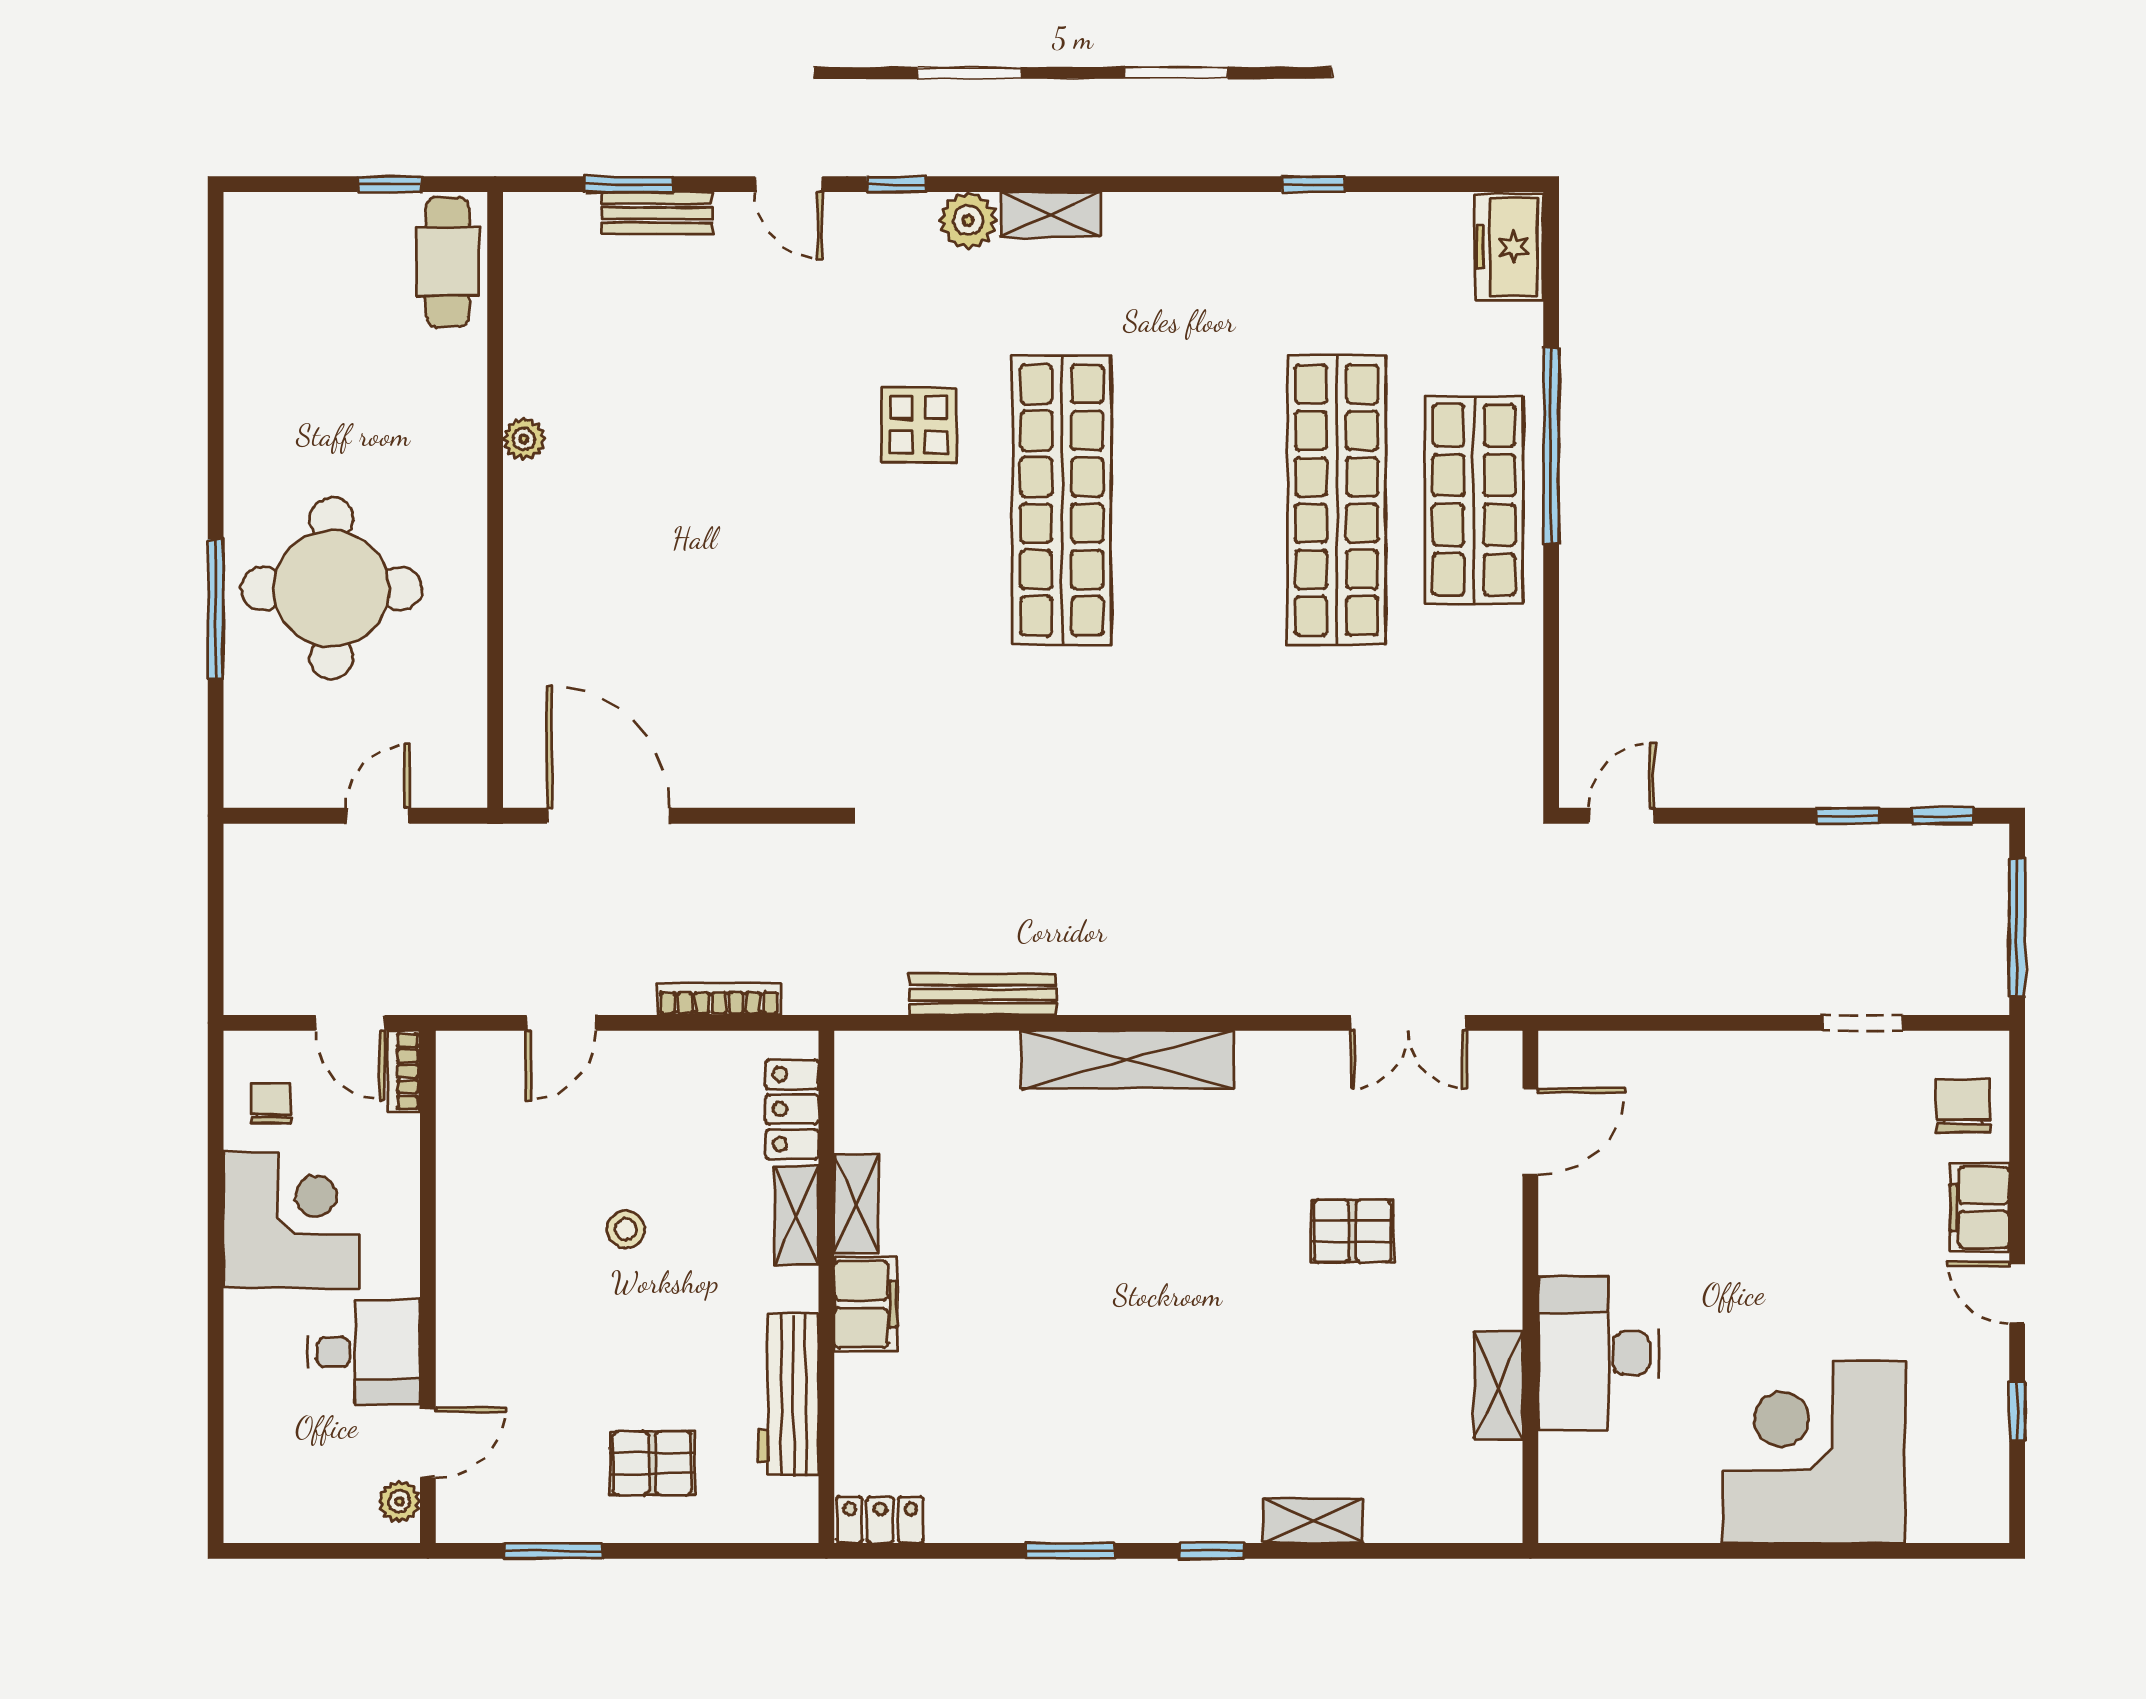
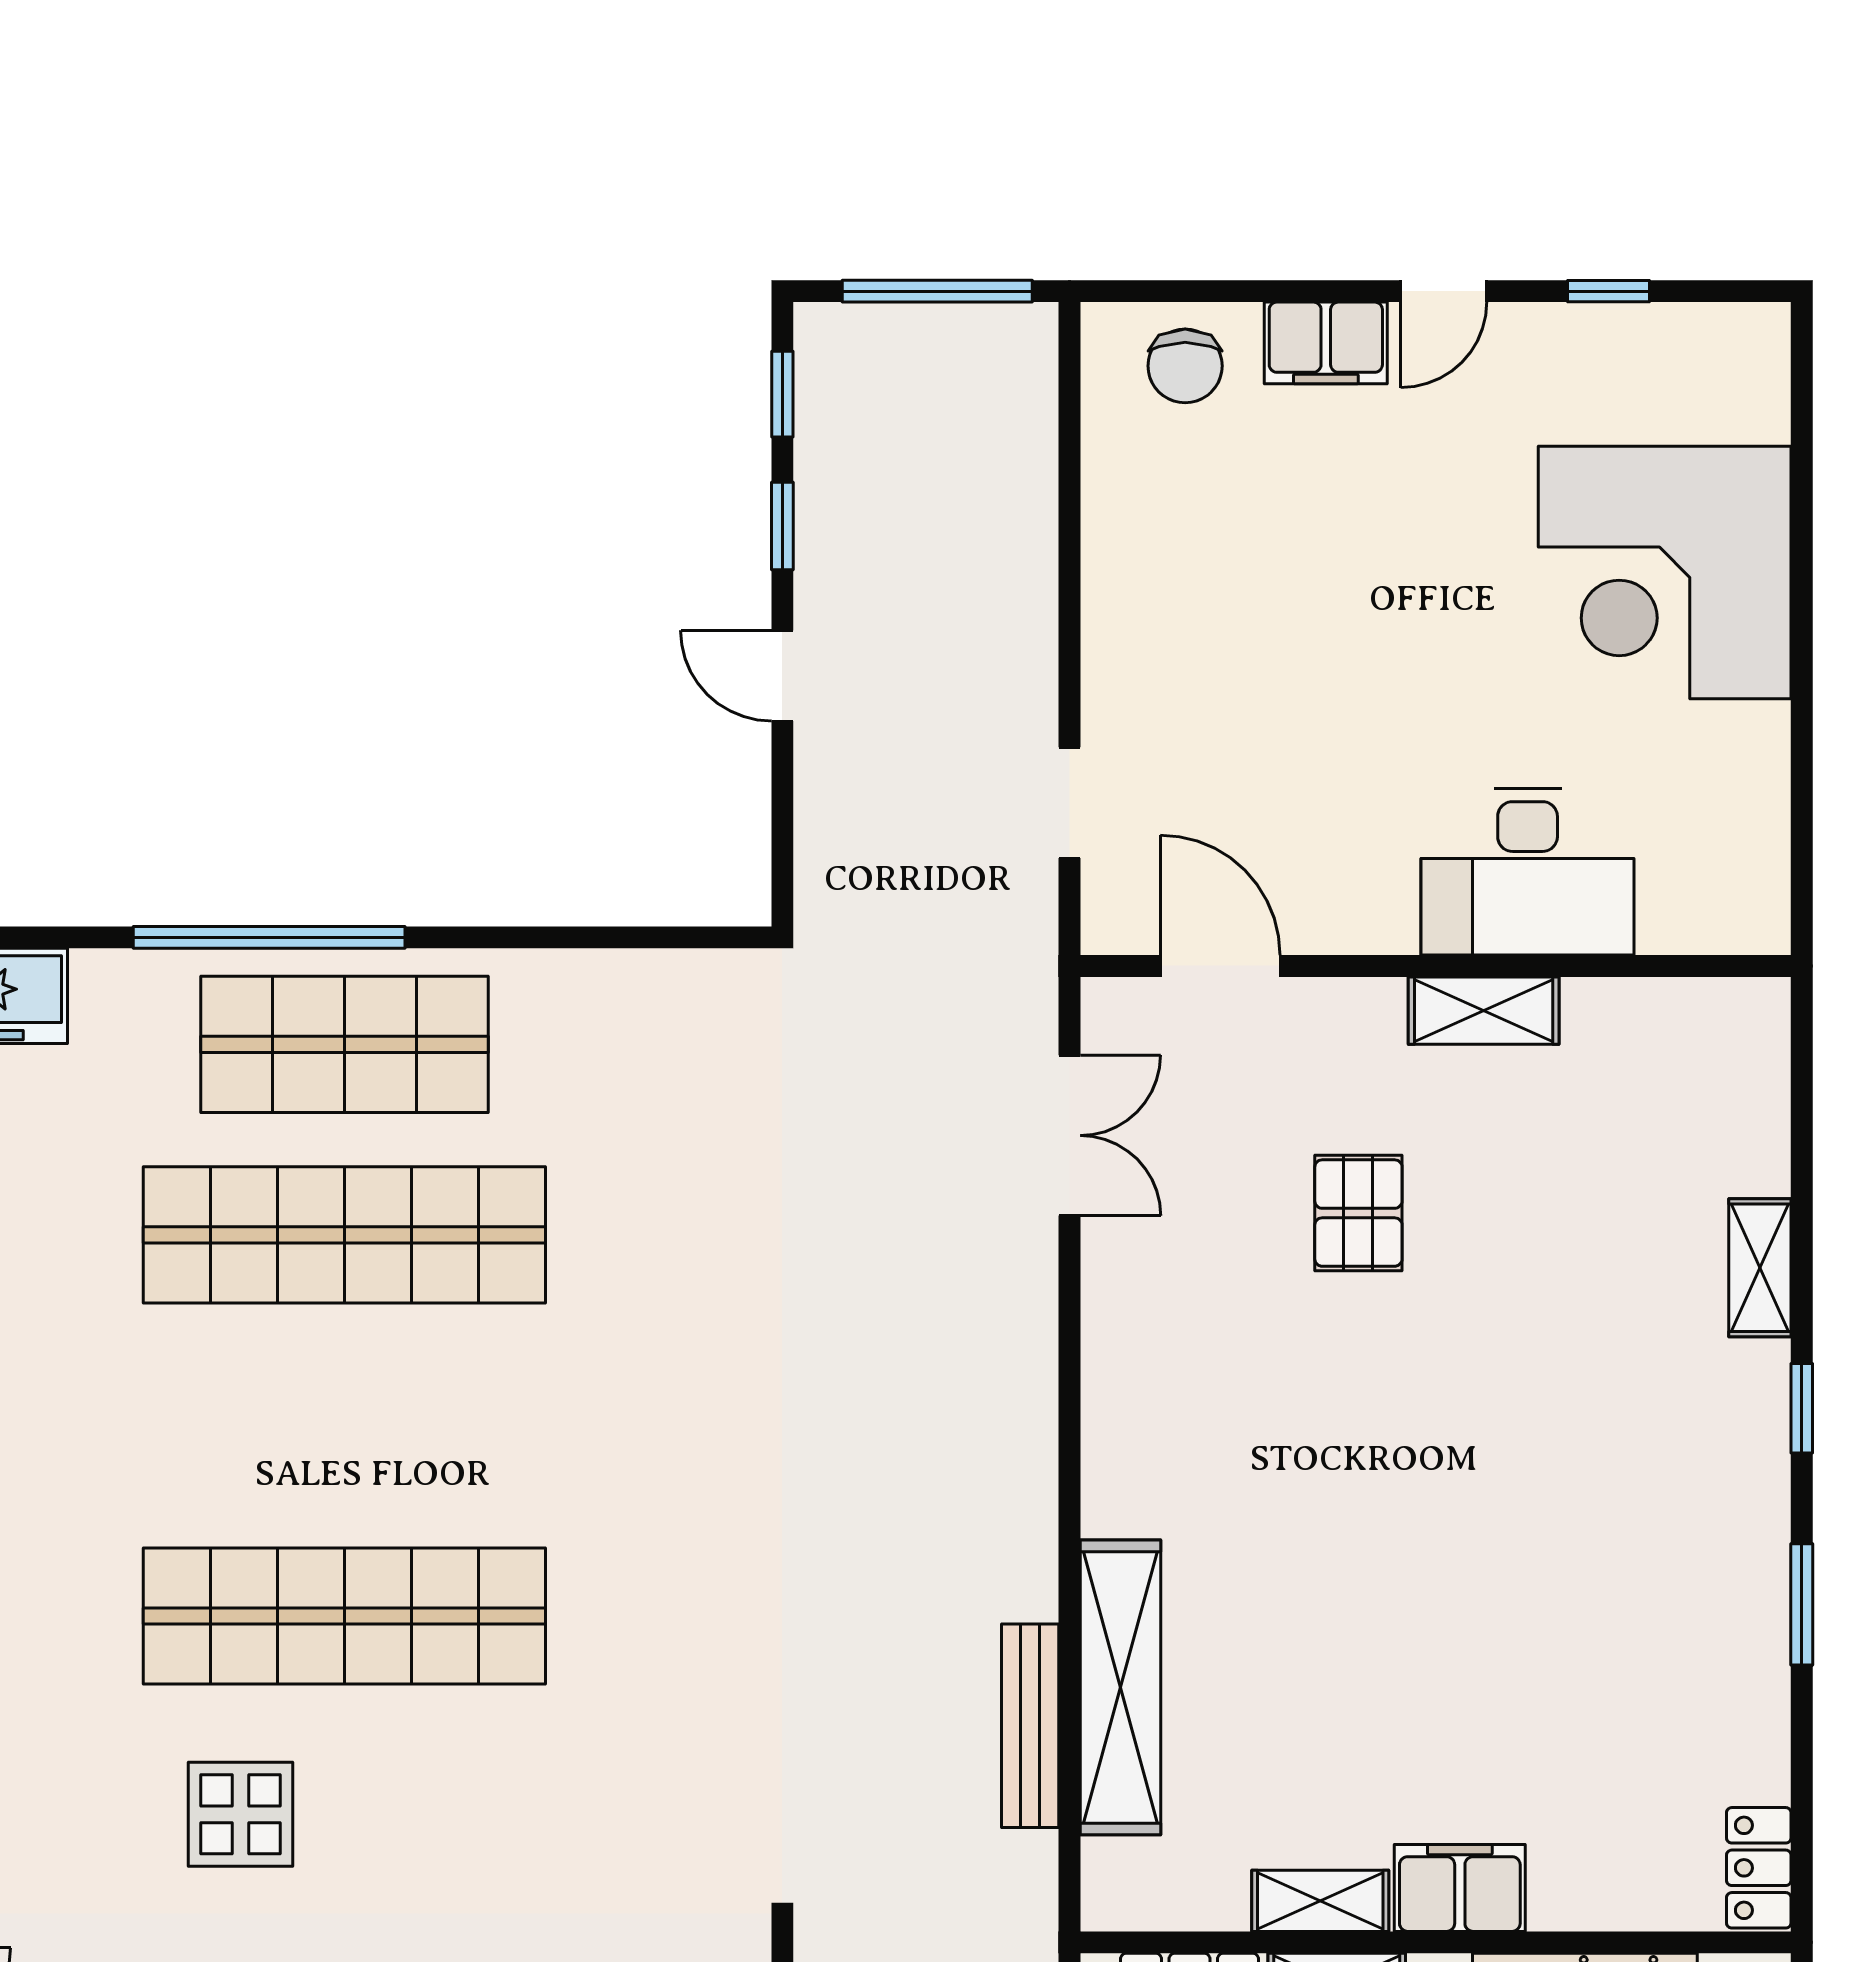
door: (1621, 816) -> (782, 676), moved
doorway: (1863, 1023) -> (1070, 803), moved
shelving: (1128, 1060) -> (1120, 1687), moved
chair: (1963, 1106) -> (1185, 366), turned -90
shelving: (1498, 1386) -> (1484, 1011), moved

